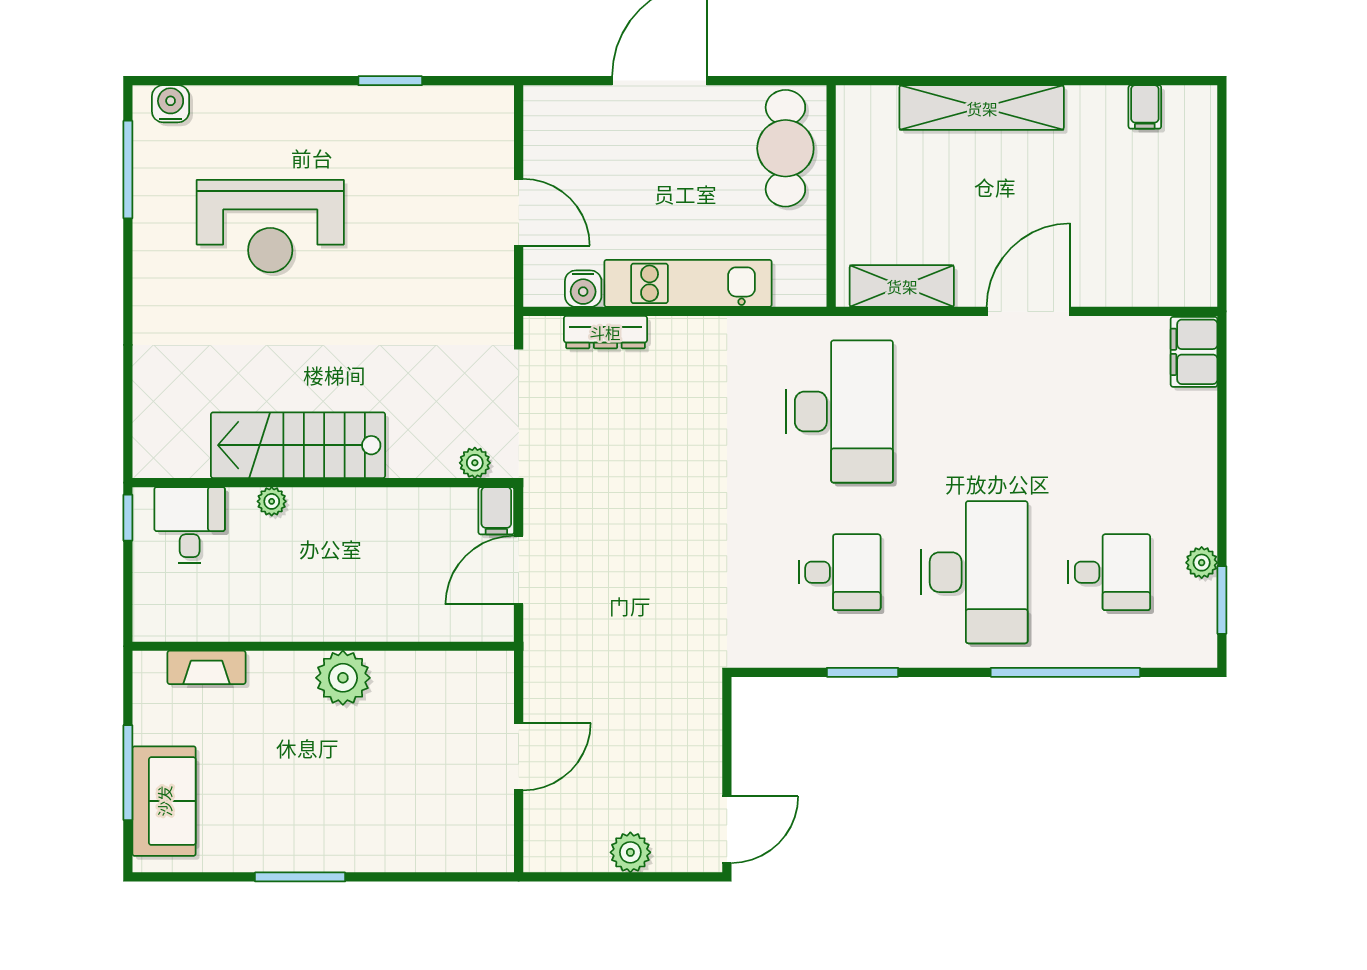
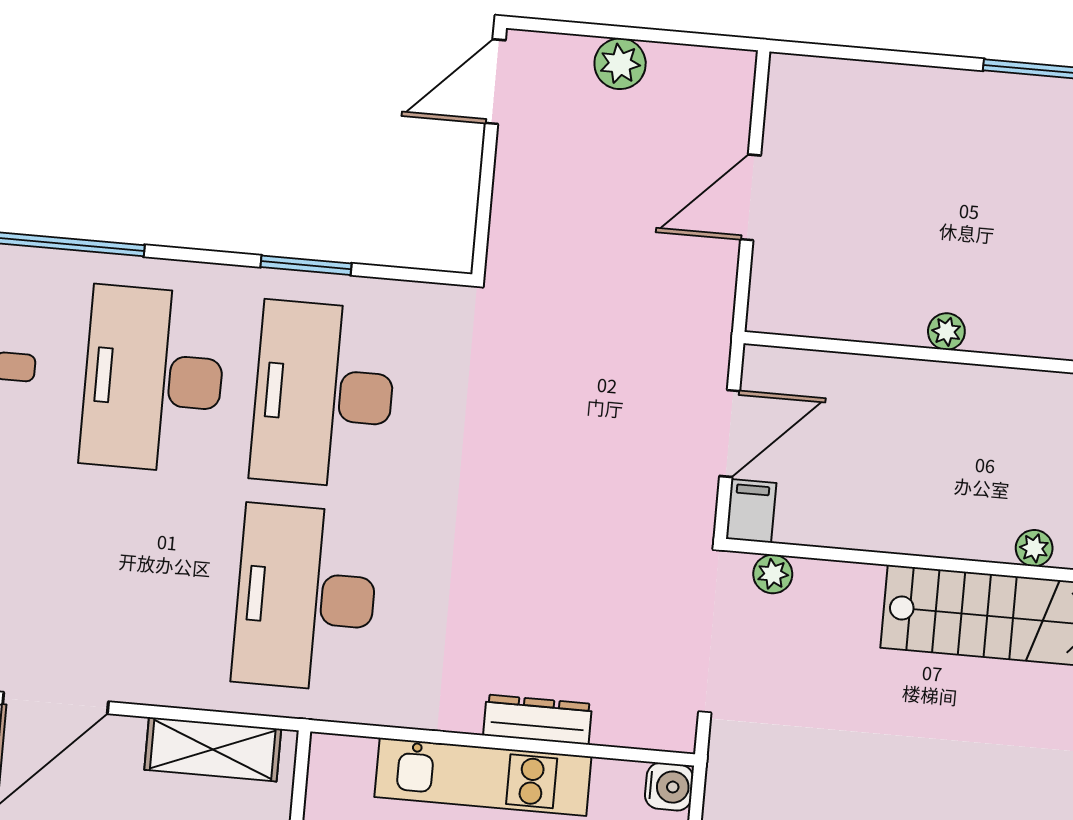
water cooler: (583, 289) -> (669, 787), moved, turned 90
dresser: (605, 332) -> (538, 720), moved
desk: (840, 572) -> (324, 394), width x1.87, depth x1.30
plant: (343, 678) -> (946, 331), width x0.53, depth x0.53

